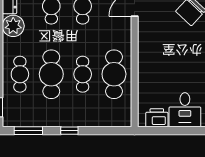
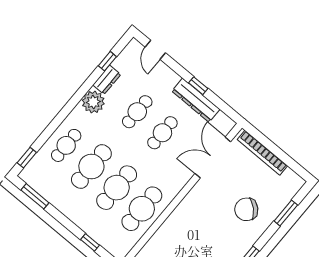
cafe table: (83, 74) -> (117, 188), width x1.37, depth x1.35
window: (69, 131) -> (90, 242), moved

